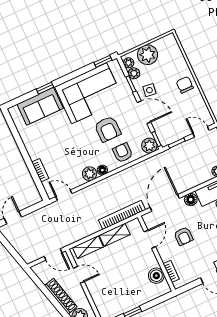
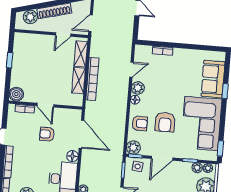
side table: (149, 90) -> (138, 166), moved
armchair: (108, 129) -> (165, 122), turned -90
door: (64, 195) -> (131, 70), moved
bookcase: (122, 215) -> (92, 79), moved
door: (150, 239) -> (45, 105), moved
boiler: (156, 276) -> (16, 94), moved

